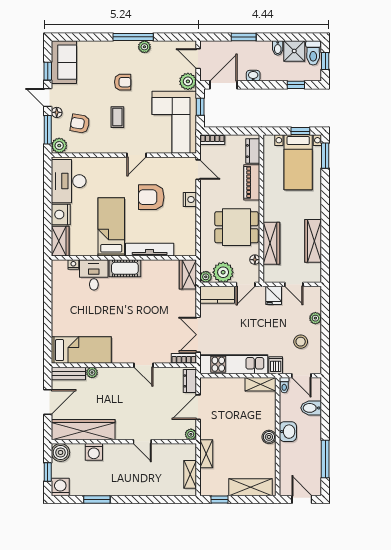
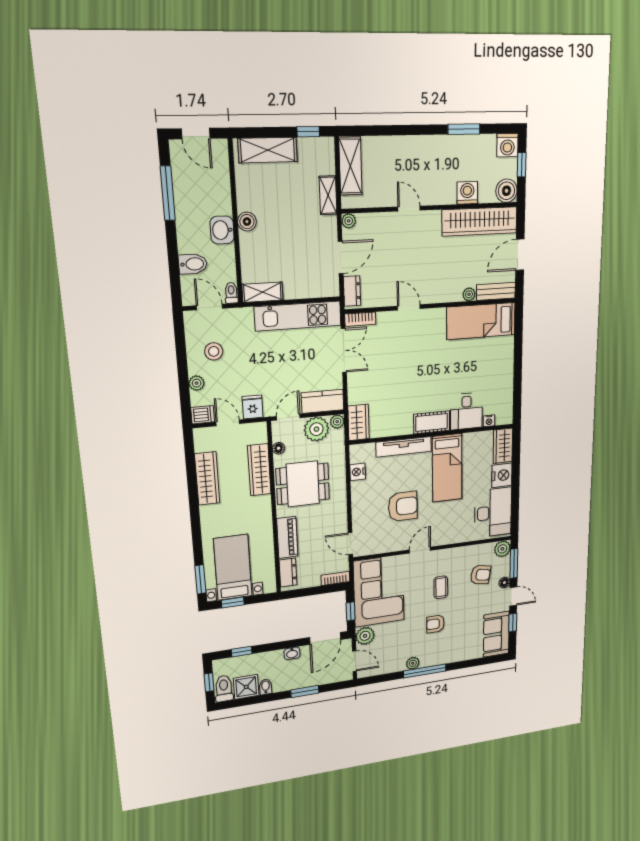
nightstand: (190, 199) -> (358, 472), moved
dishwasher: (276, 365) -> (203, 415), moved, turned -90
shelving: (190, 474) -> (350, 166), width x1.50, depth x1.33

